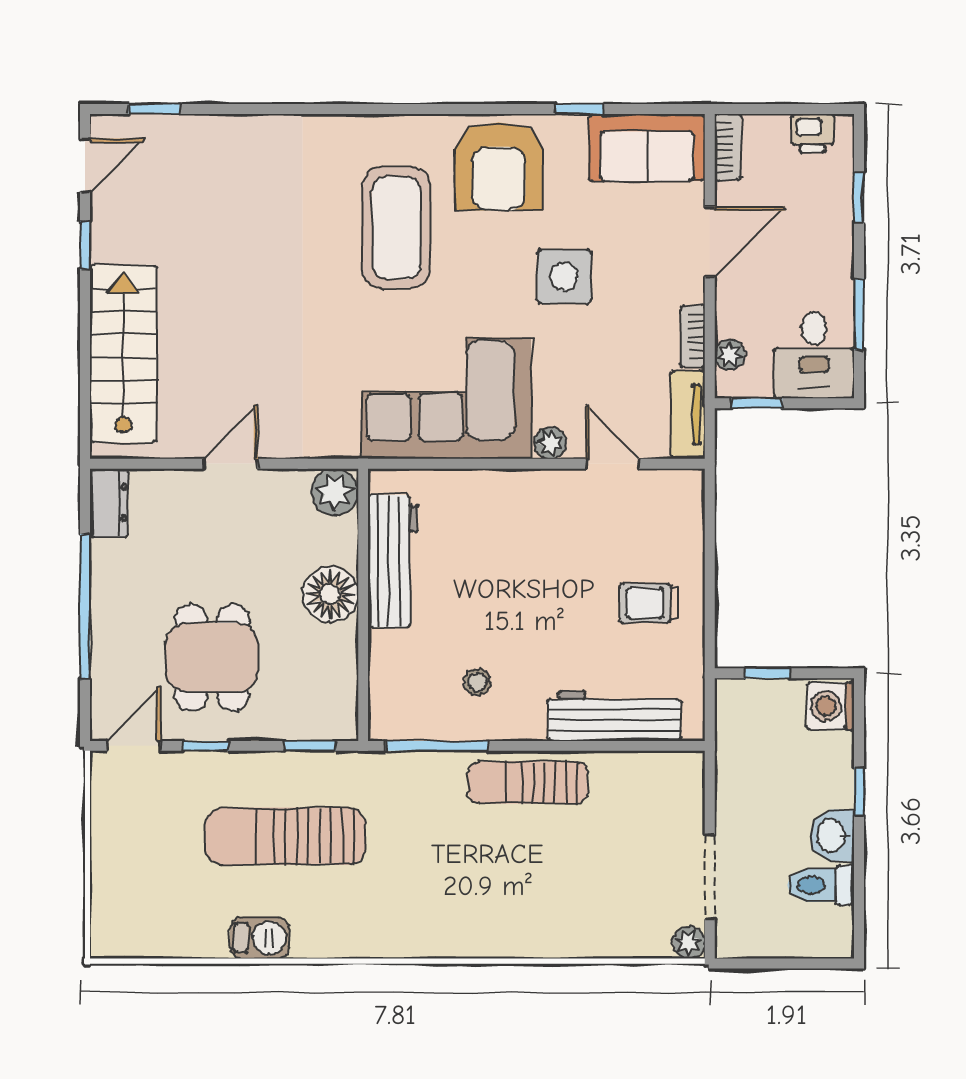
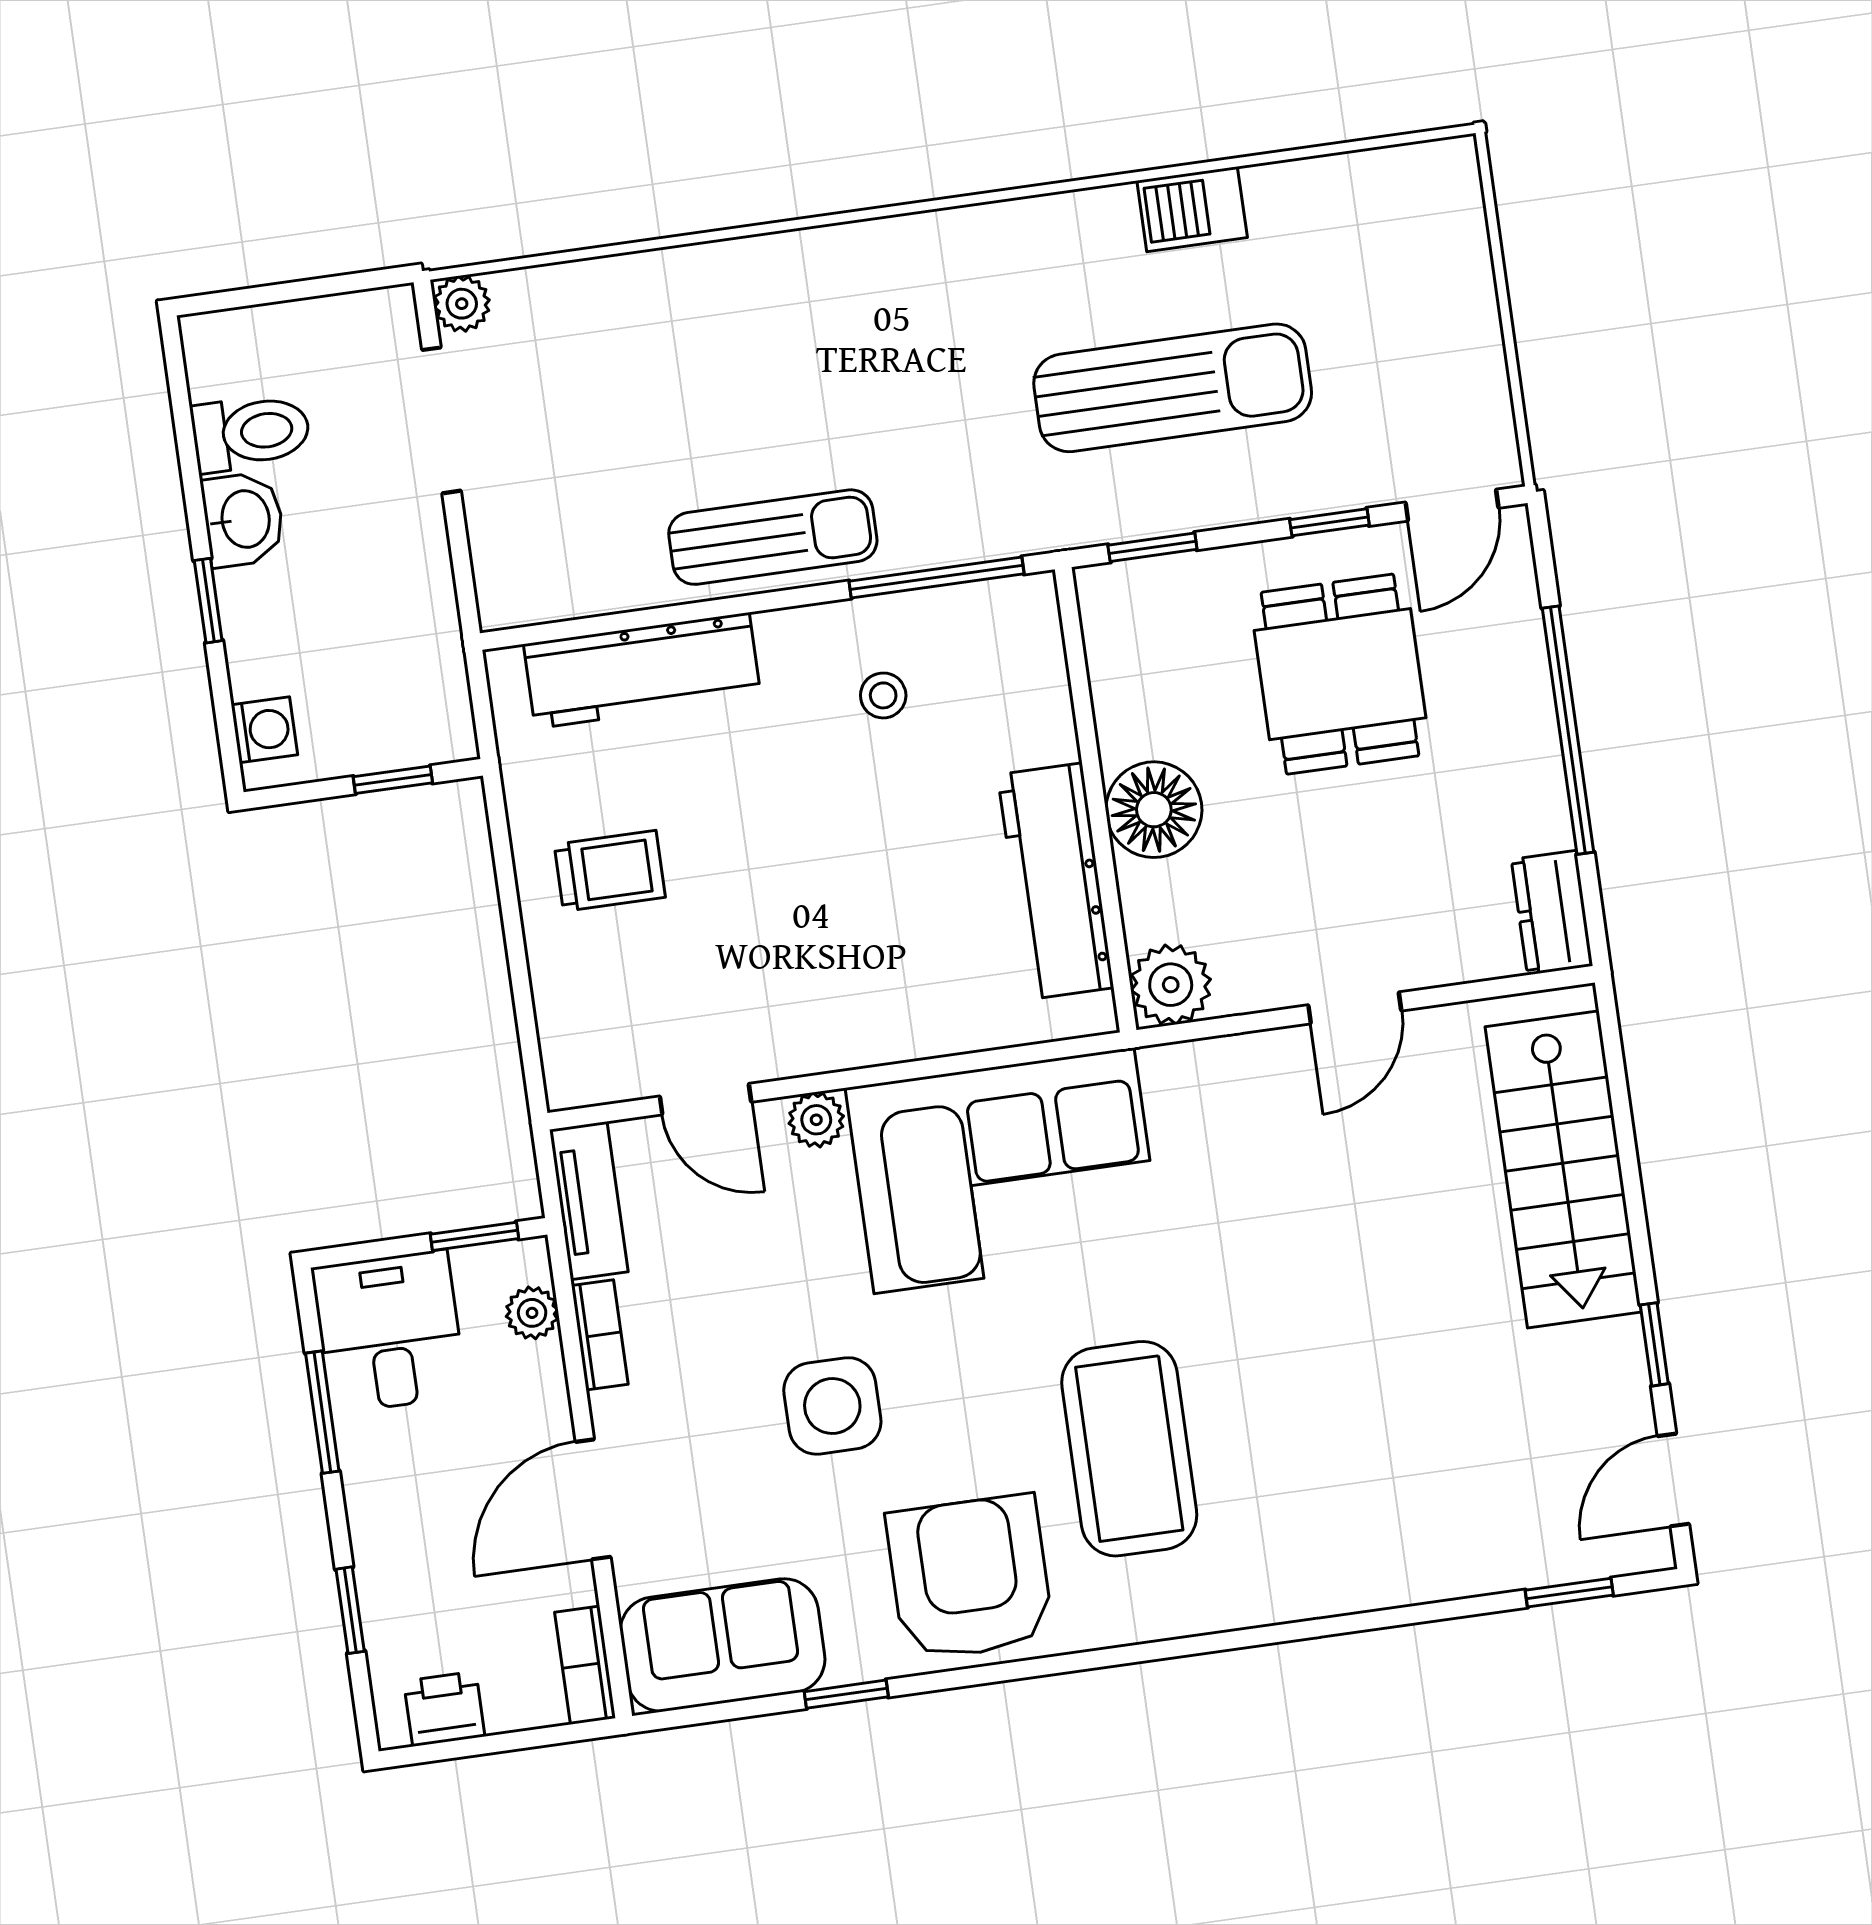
washing machine: (831, 706) -> (264, 730), width x0.73, depth x0.73

